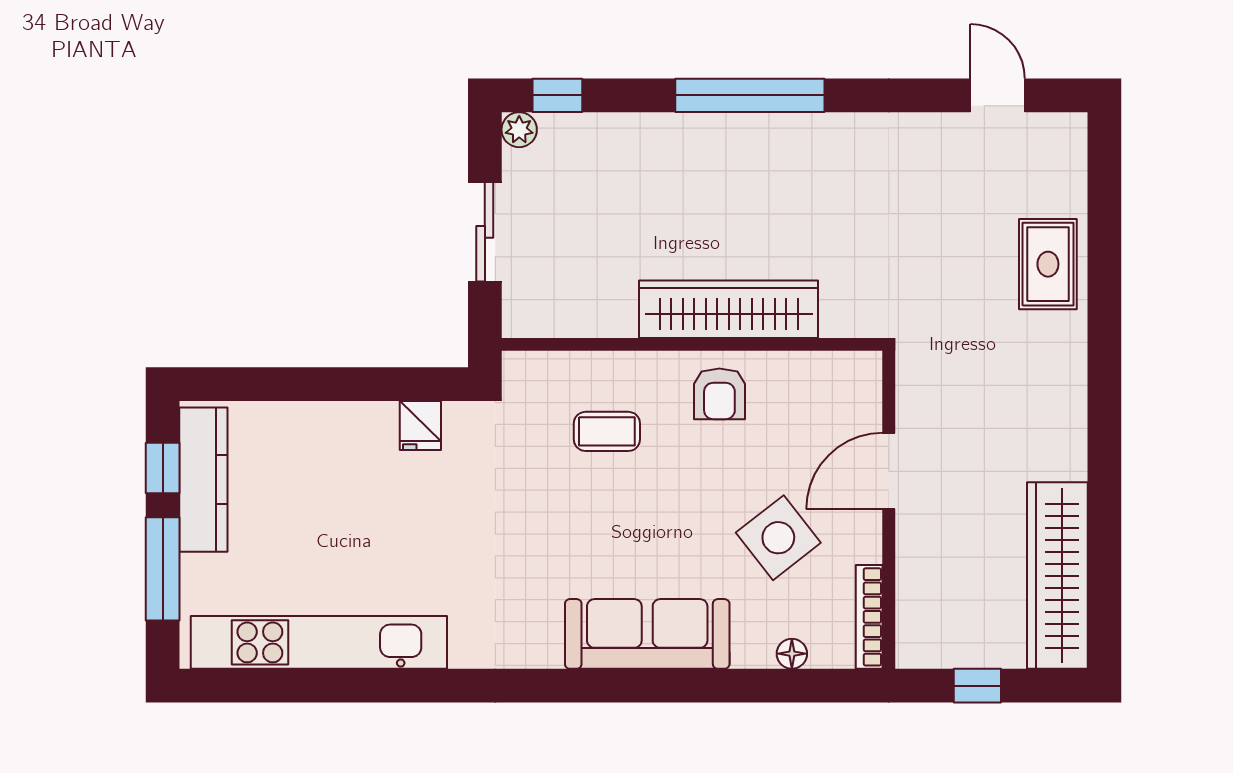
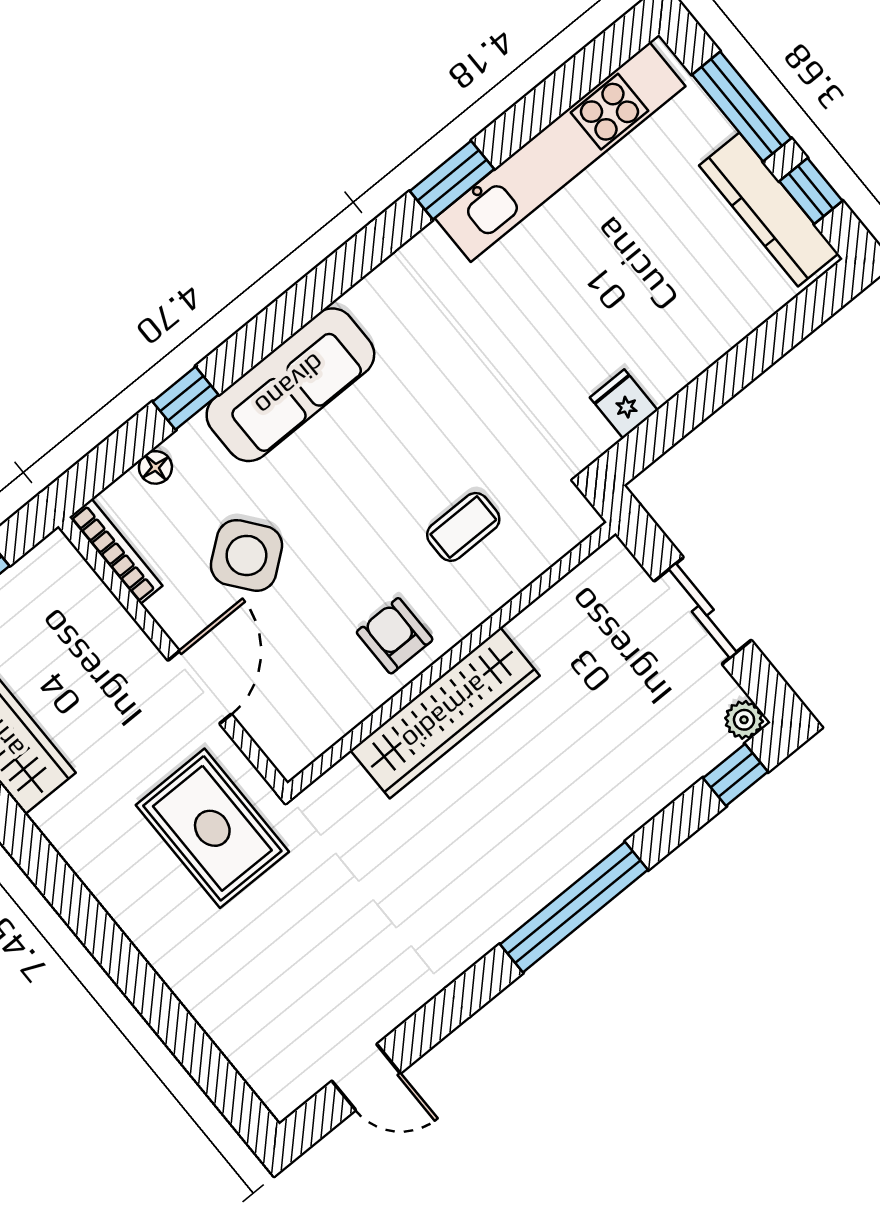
rug: (1048, 264) -> (212, 828), moved, width x1.36, depth x1.43
window: (412, 686) -> (452, 180), added
window: (730, 686) -> (186, 398), added

